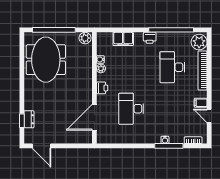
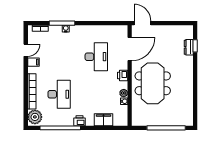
plant: (85, 38) -> (138, 121), removed
meeting table: (46, 60) -> (153, 83), moved
door: (209, 116) -> (26, 50), hinge flipped
door: (41, 146) -> (142, 23), moved

